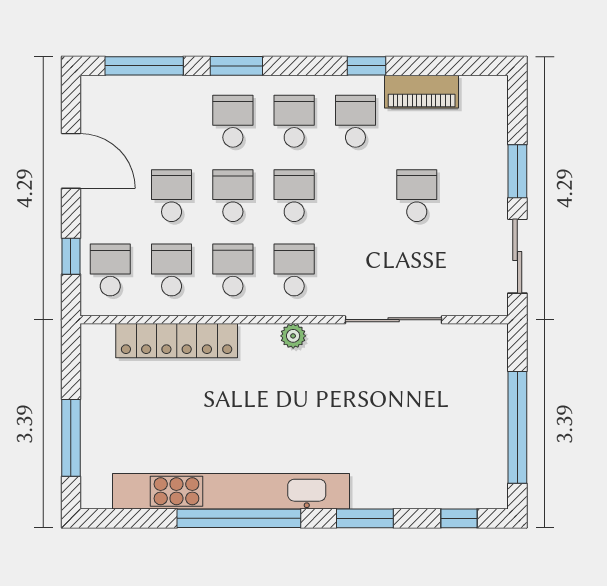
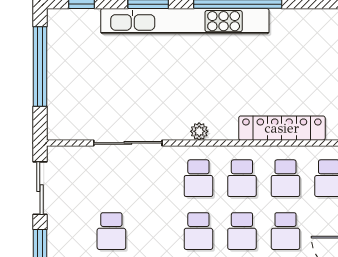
kitchen unit: (231, 491) -> (185, 21), moved

